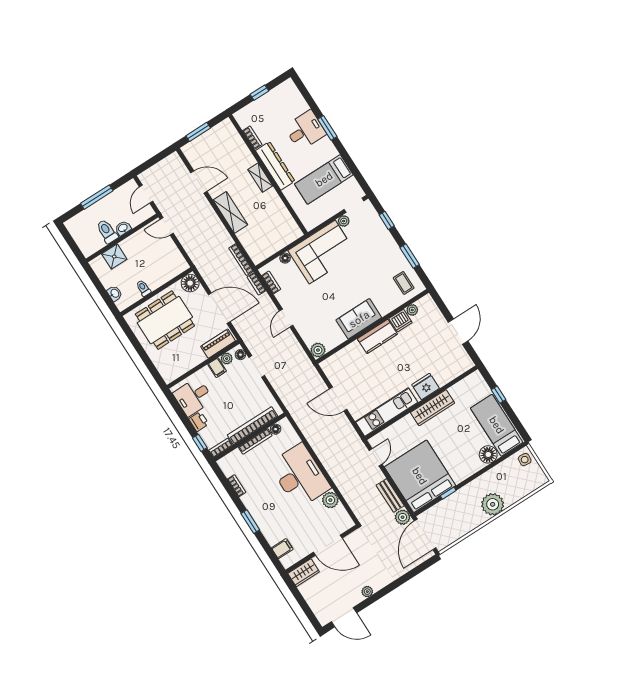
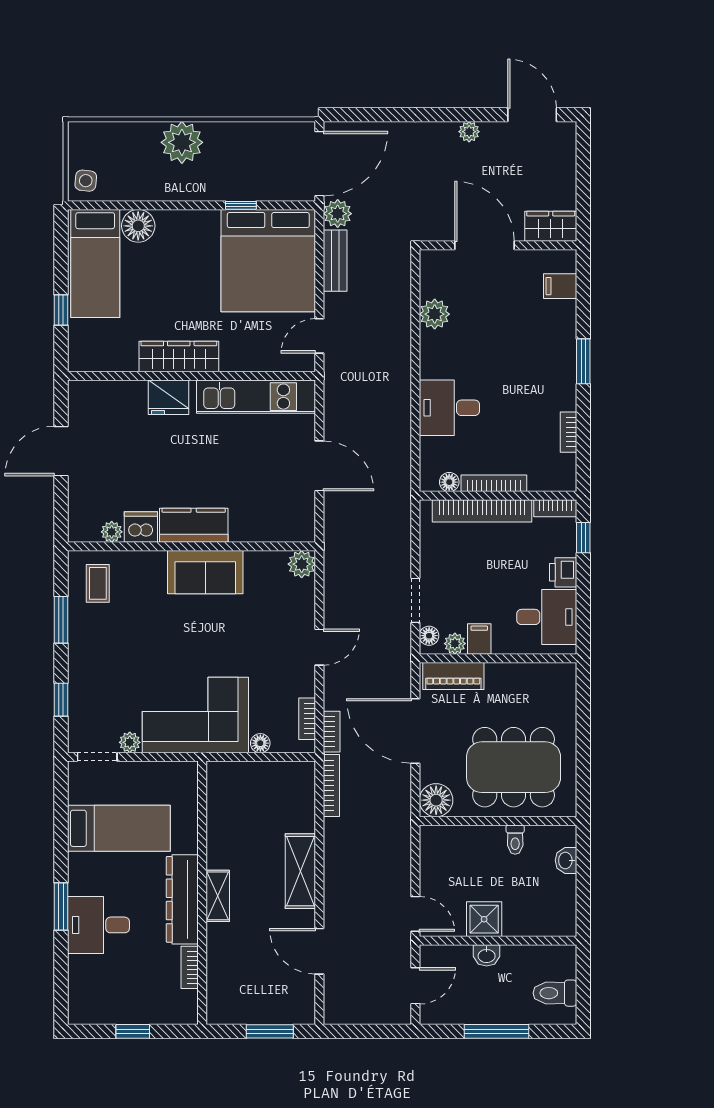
toilet: (107, 231) -> (555, 993), moved, turned 90
shower: (114, 257) -> (484, 919), moved
desk: (300, 476) -> (449, 408), width x0.53, depth x0.77

